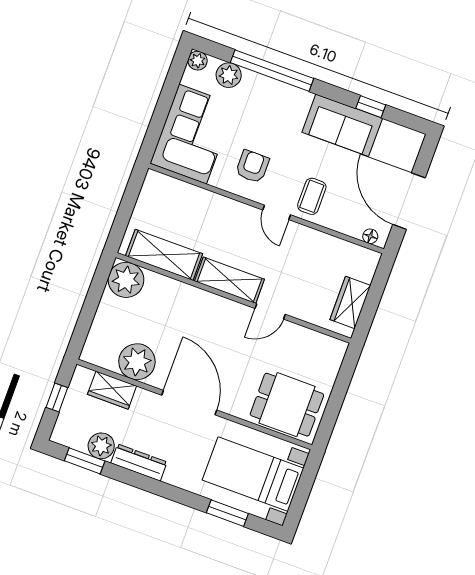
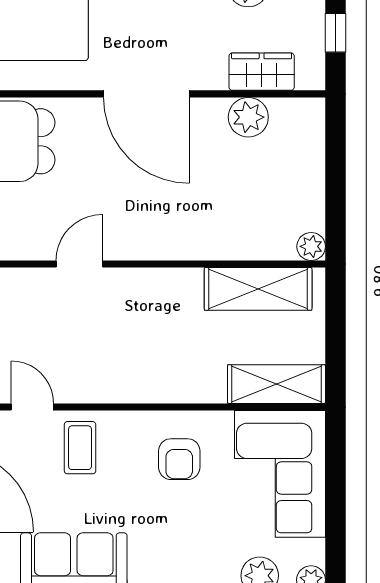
door: (277, 212) -> (32, 407), moved
plant: (126, 280) -> (311, 246), width x0.53, depth x0.53
shelving: (229, 280) -> (277, 384), moved
plant: (137, 362) -> (248, 117), width x0.73, depth x0.73

